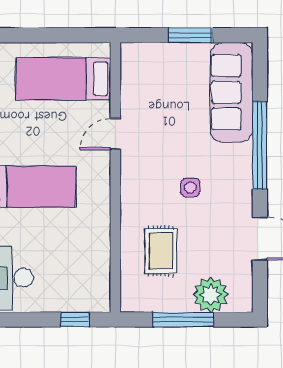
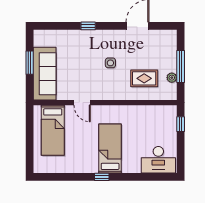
sofa: (232, 92) -> (45, 74), moved, turned -90
window: (260, 145) -> (88, 26), width x0.32
plant: (211, 295) -> (172, 78), moved, width x0.53, depth x0.53

